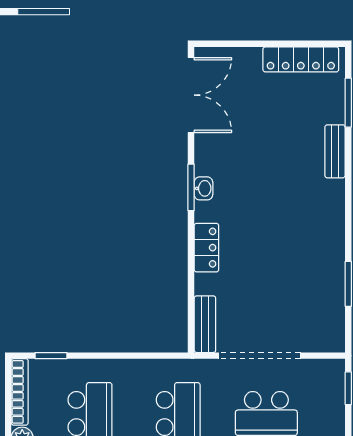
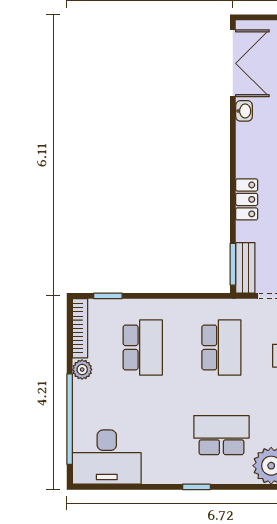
window: (191, 187) -> (233, 264), moved
washbasin: (203, 188) -> (244, 111), moved

